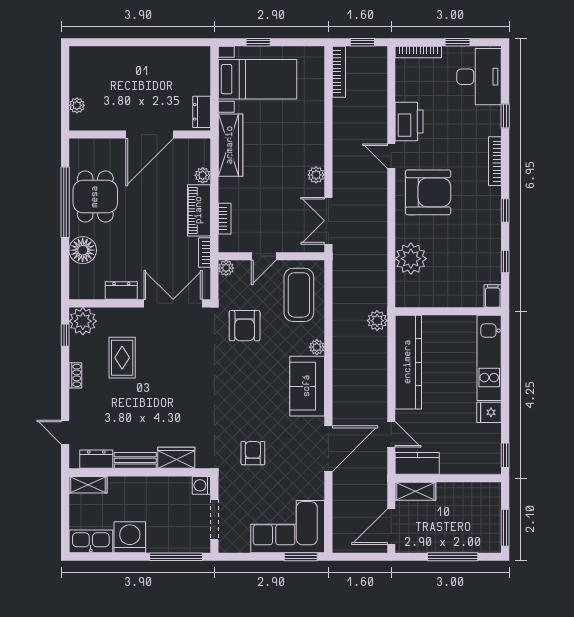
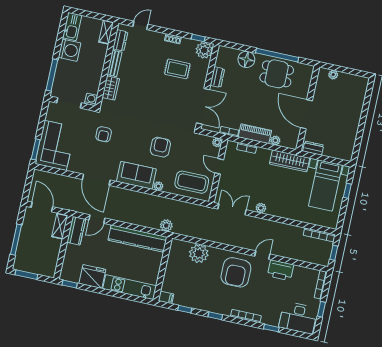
armchair: (245, 326) -> (160, 147), moved, turned 90
fridge: (489, 412) -> (92, 276), width x1.88, depth x1.34
armchair: (253, 453) -> (104, 134), turned 90

